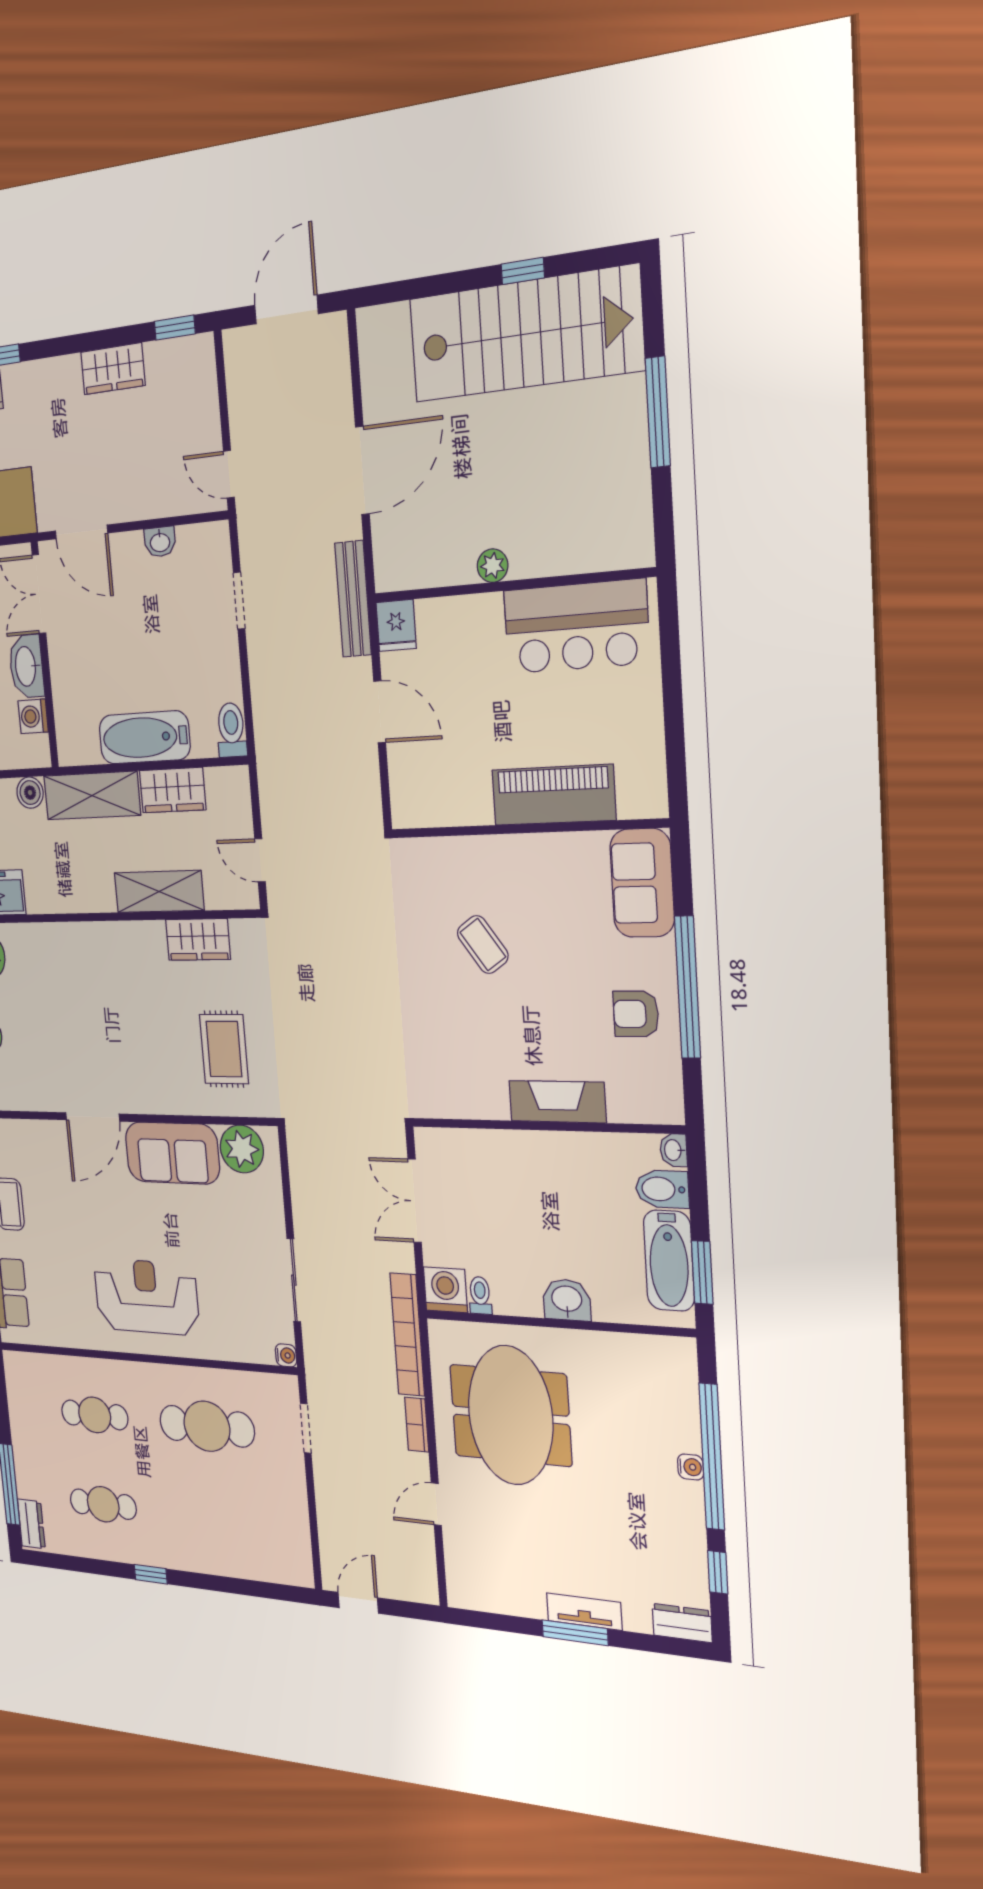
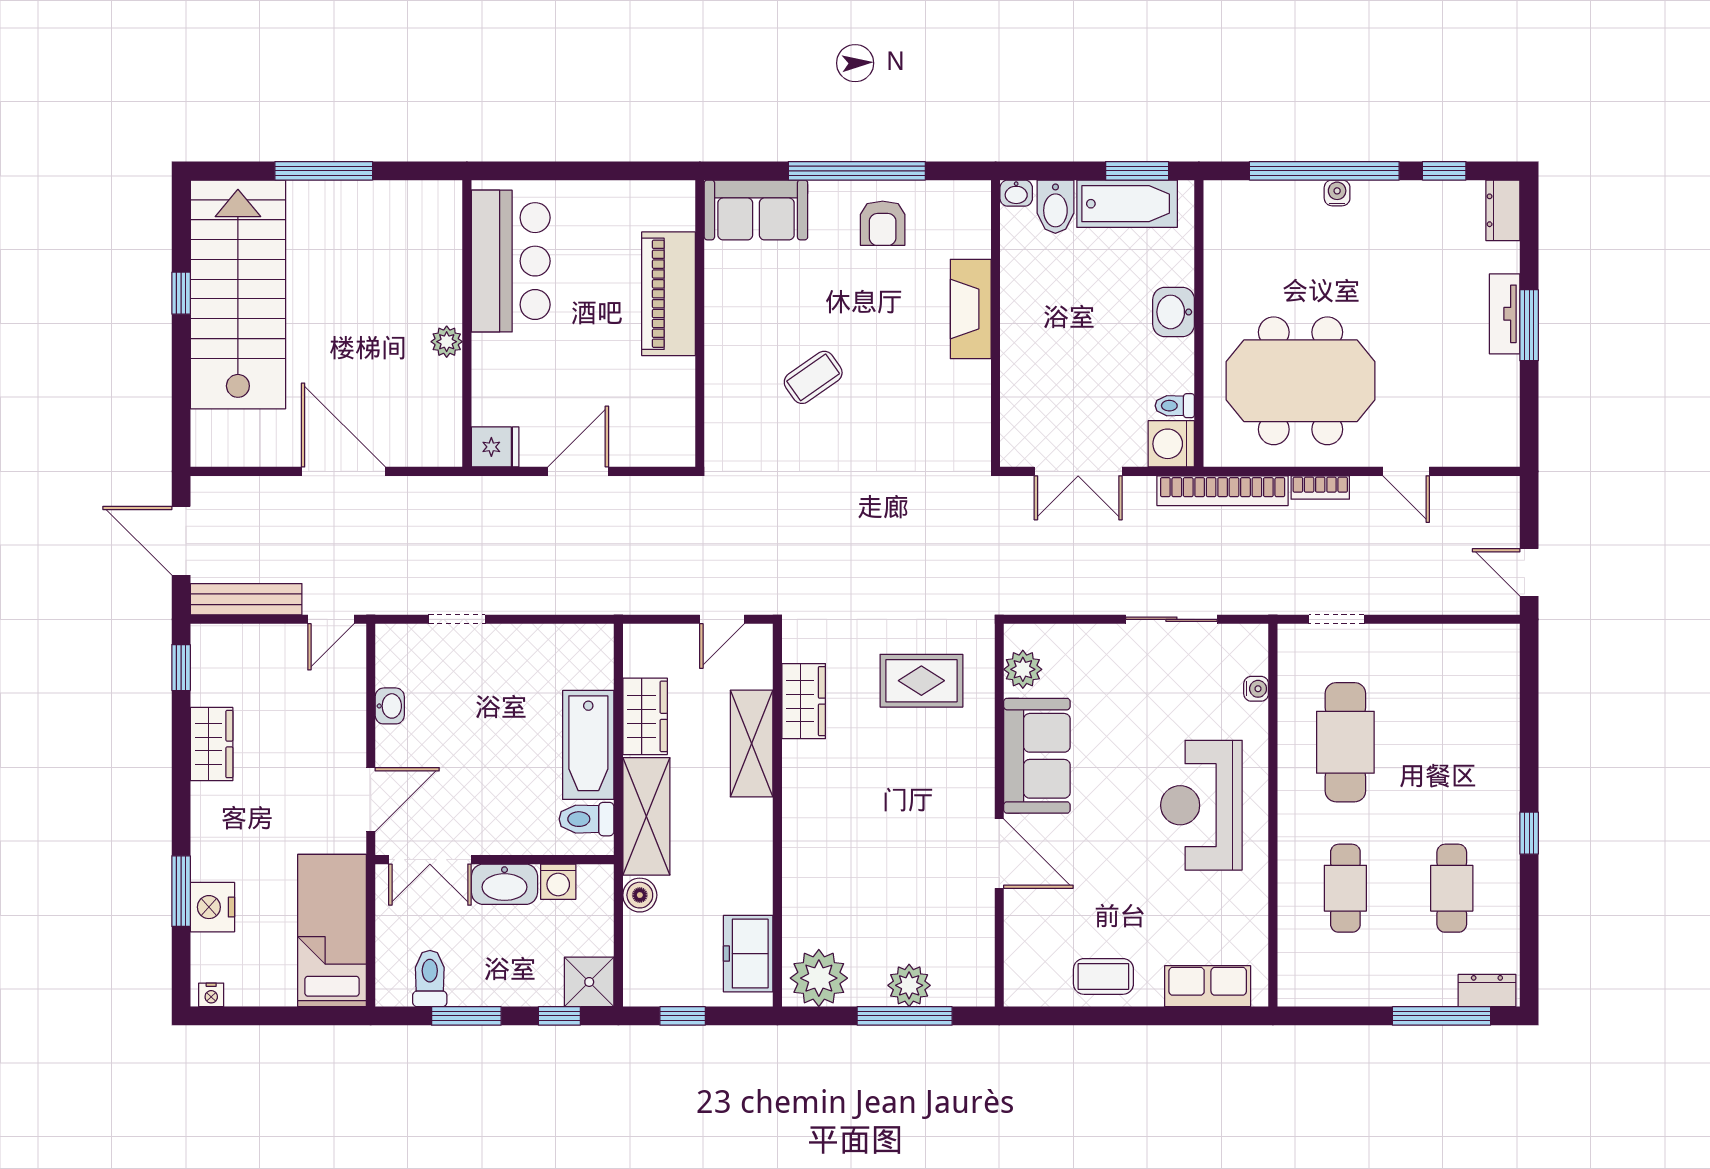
bench: (353, 599) -> (246, 599), moved
toilet: (231, 730) -> (586, 819), moved
plant: (242, 1149) -> (1023, 669), width x0.73, depth x0.73
water cooler: (286, 1355) -> (1256, 689), moved, turned 90

